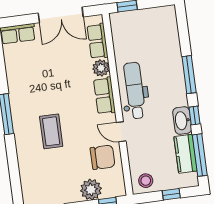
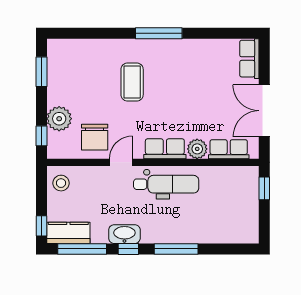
coffee table: (51, 131) -> (132, 82), turned 90
kitchen counter: (186, 154) -> (68, 233), moved
window: (171, 194) -> (41, 226), moved

